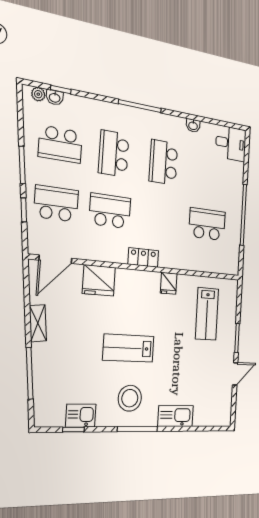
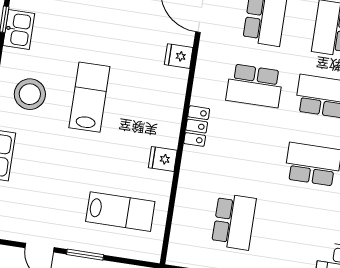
school desk: (110, 211) -> (255, 86), turned 90
fridge: (99, 280) -> (179, 56), width x0.53, depth x0.75
lab bench: (207, 314) -> (120, 212), turned 180

